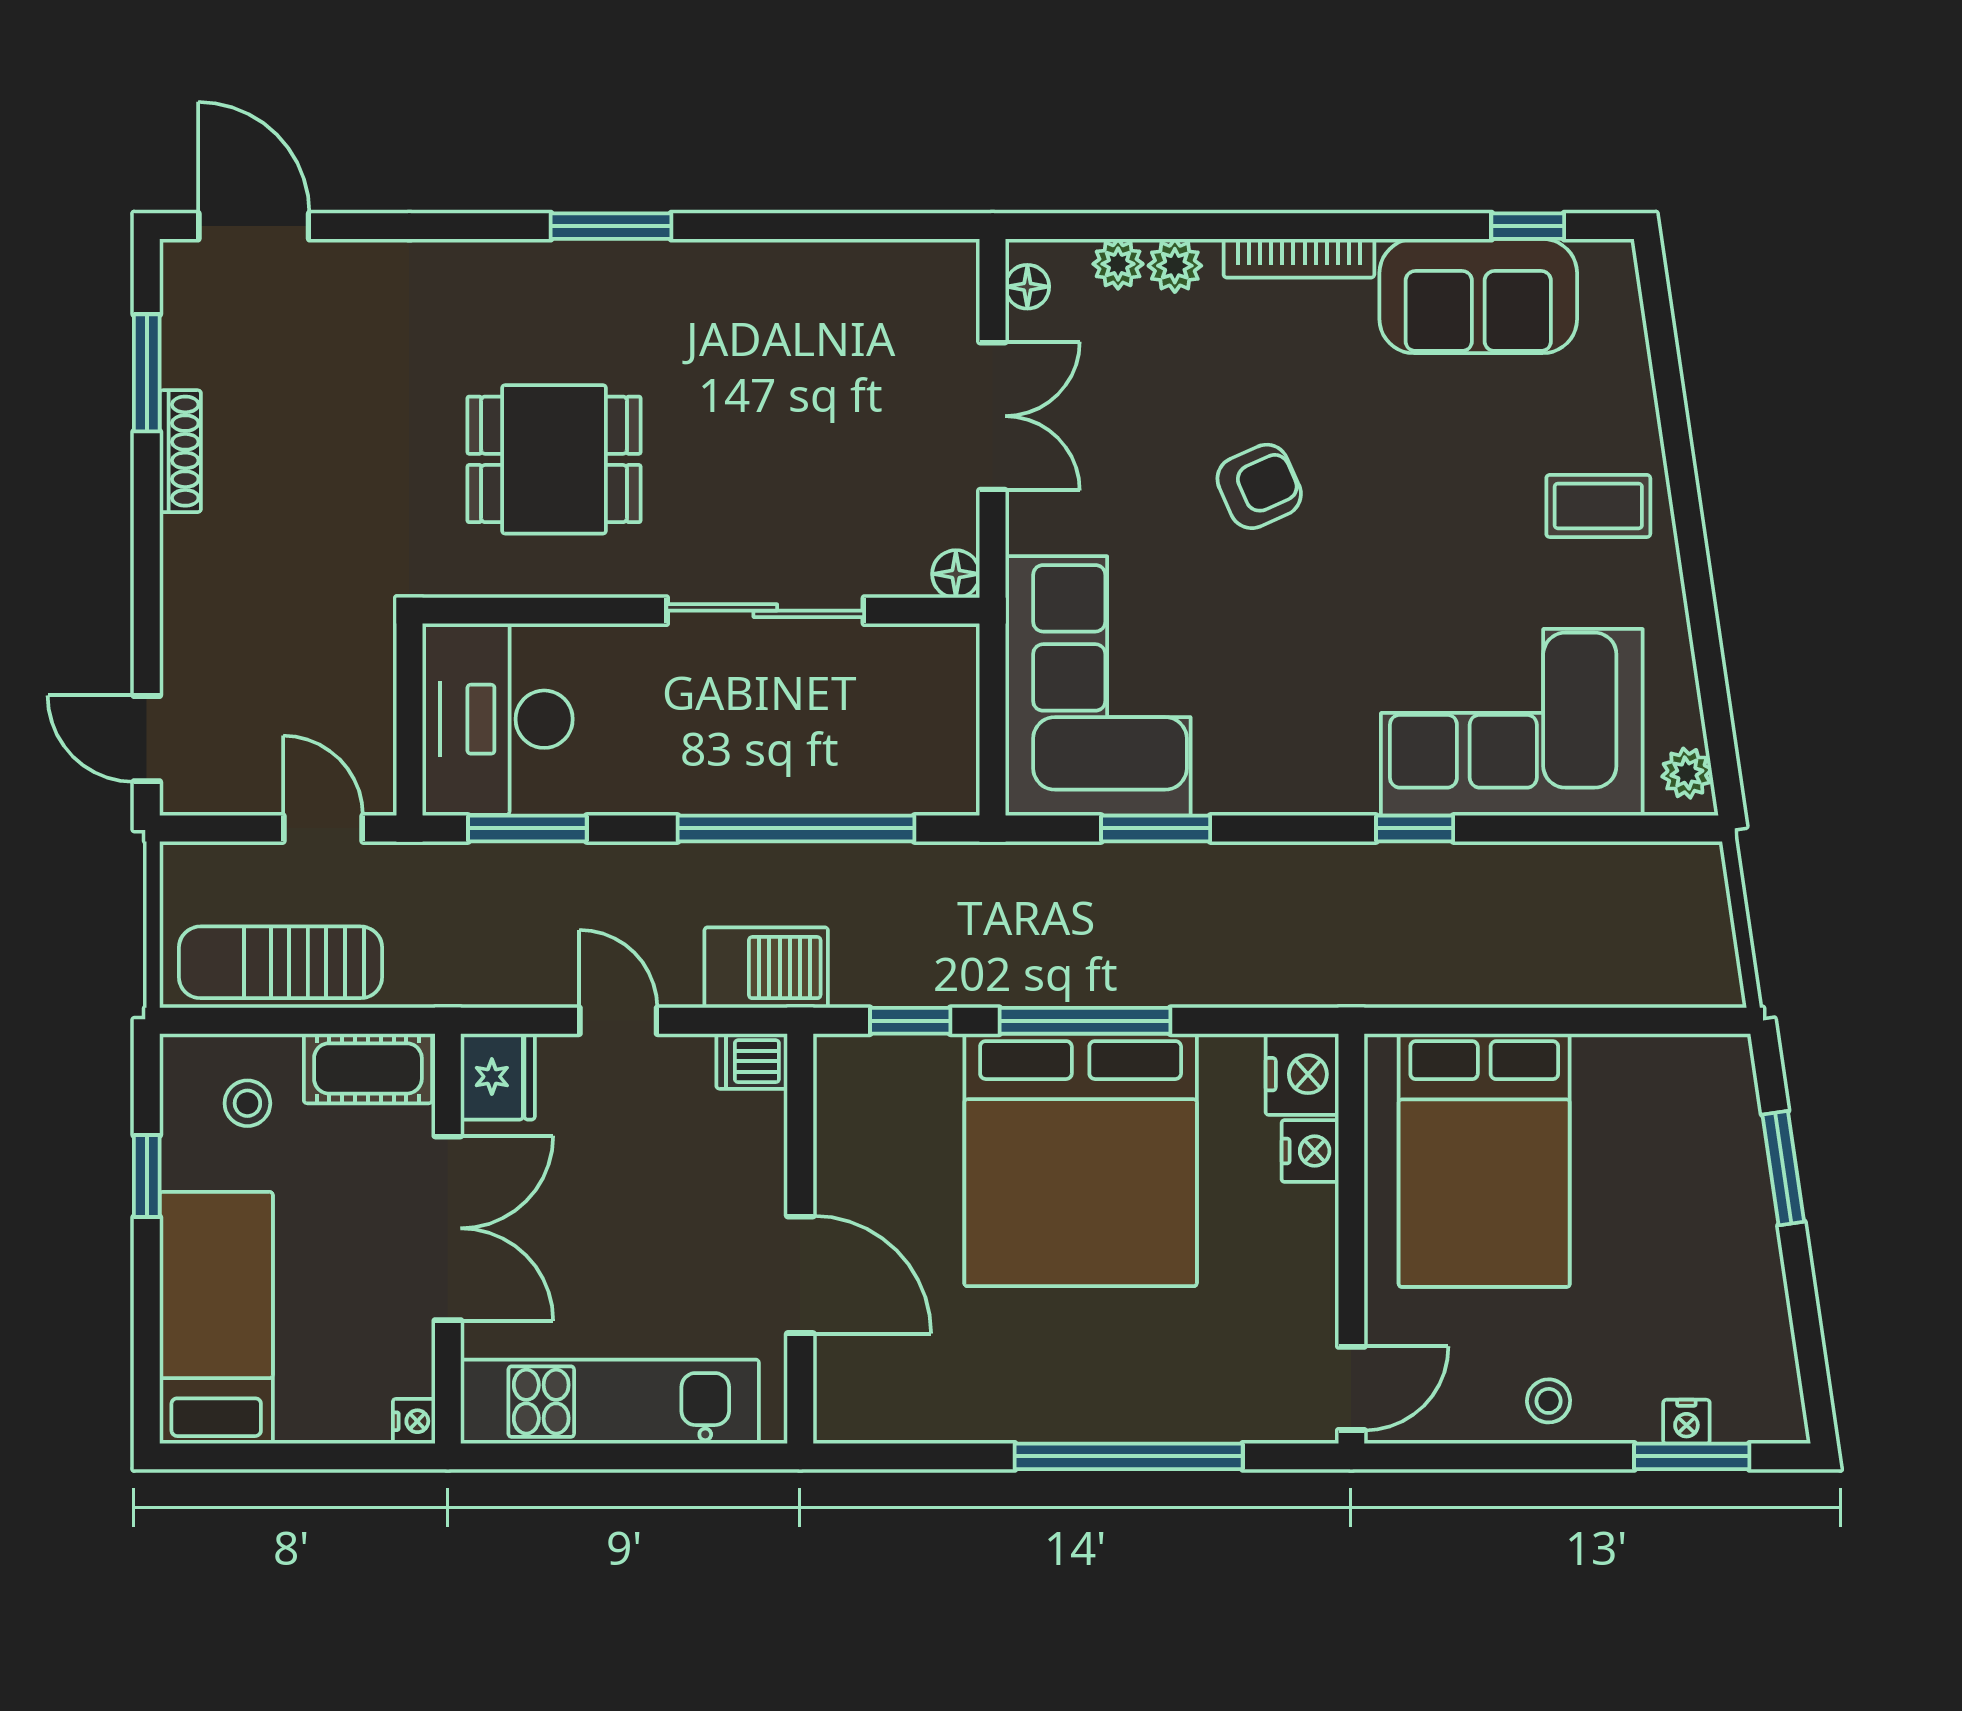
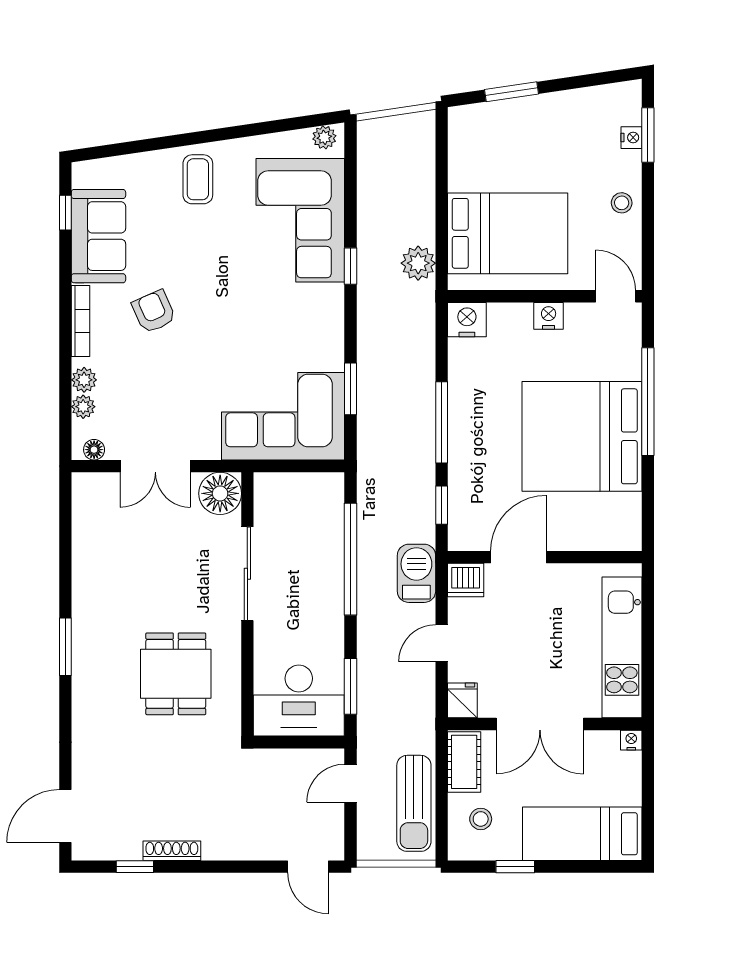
window: (147, 373) -> (135, 867), width x0.67
double door: (993, 416) -> (155, 466), swing flipped
armchair: (1259, 486) -> (154, 312), moved
floor lamp: (956, 574) -> (220, 493), width x1.89, depth x1.89
door: (147, 739) -> (308, 867), hinge flipped
plant: (1421, 971) -> (418, 263), added
dishwasher: (752, 1061) -> (466, 580), width x1.38
fridge: (498, 1077) -> (462, 700), width x0.72
nightstand: (1310, 1151) -> (549, 316), moved
bed: (1081, 1160) -> (582, 436), moved, turned 180
double door: (448, 1228) -> (540, 724), swing flipped
door: (800, 1275) -> (519, 557), moved

